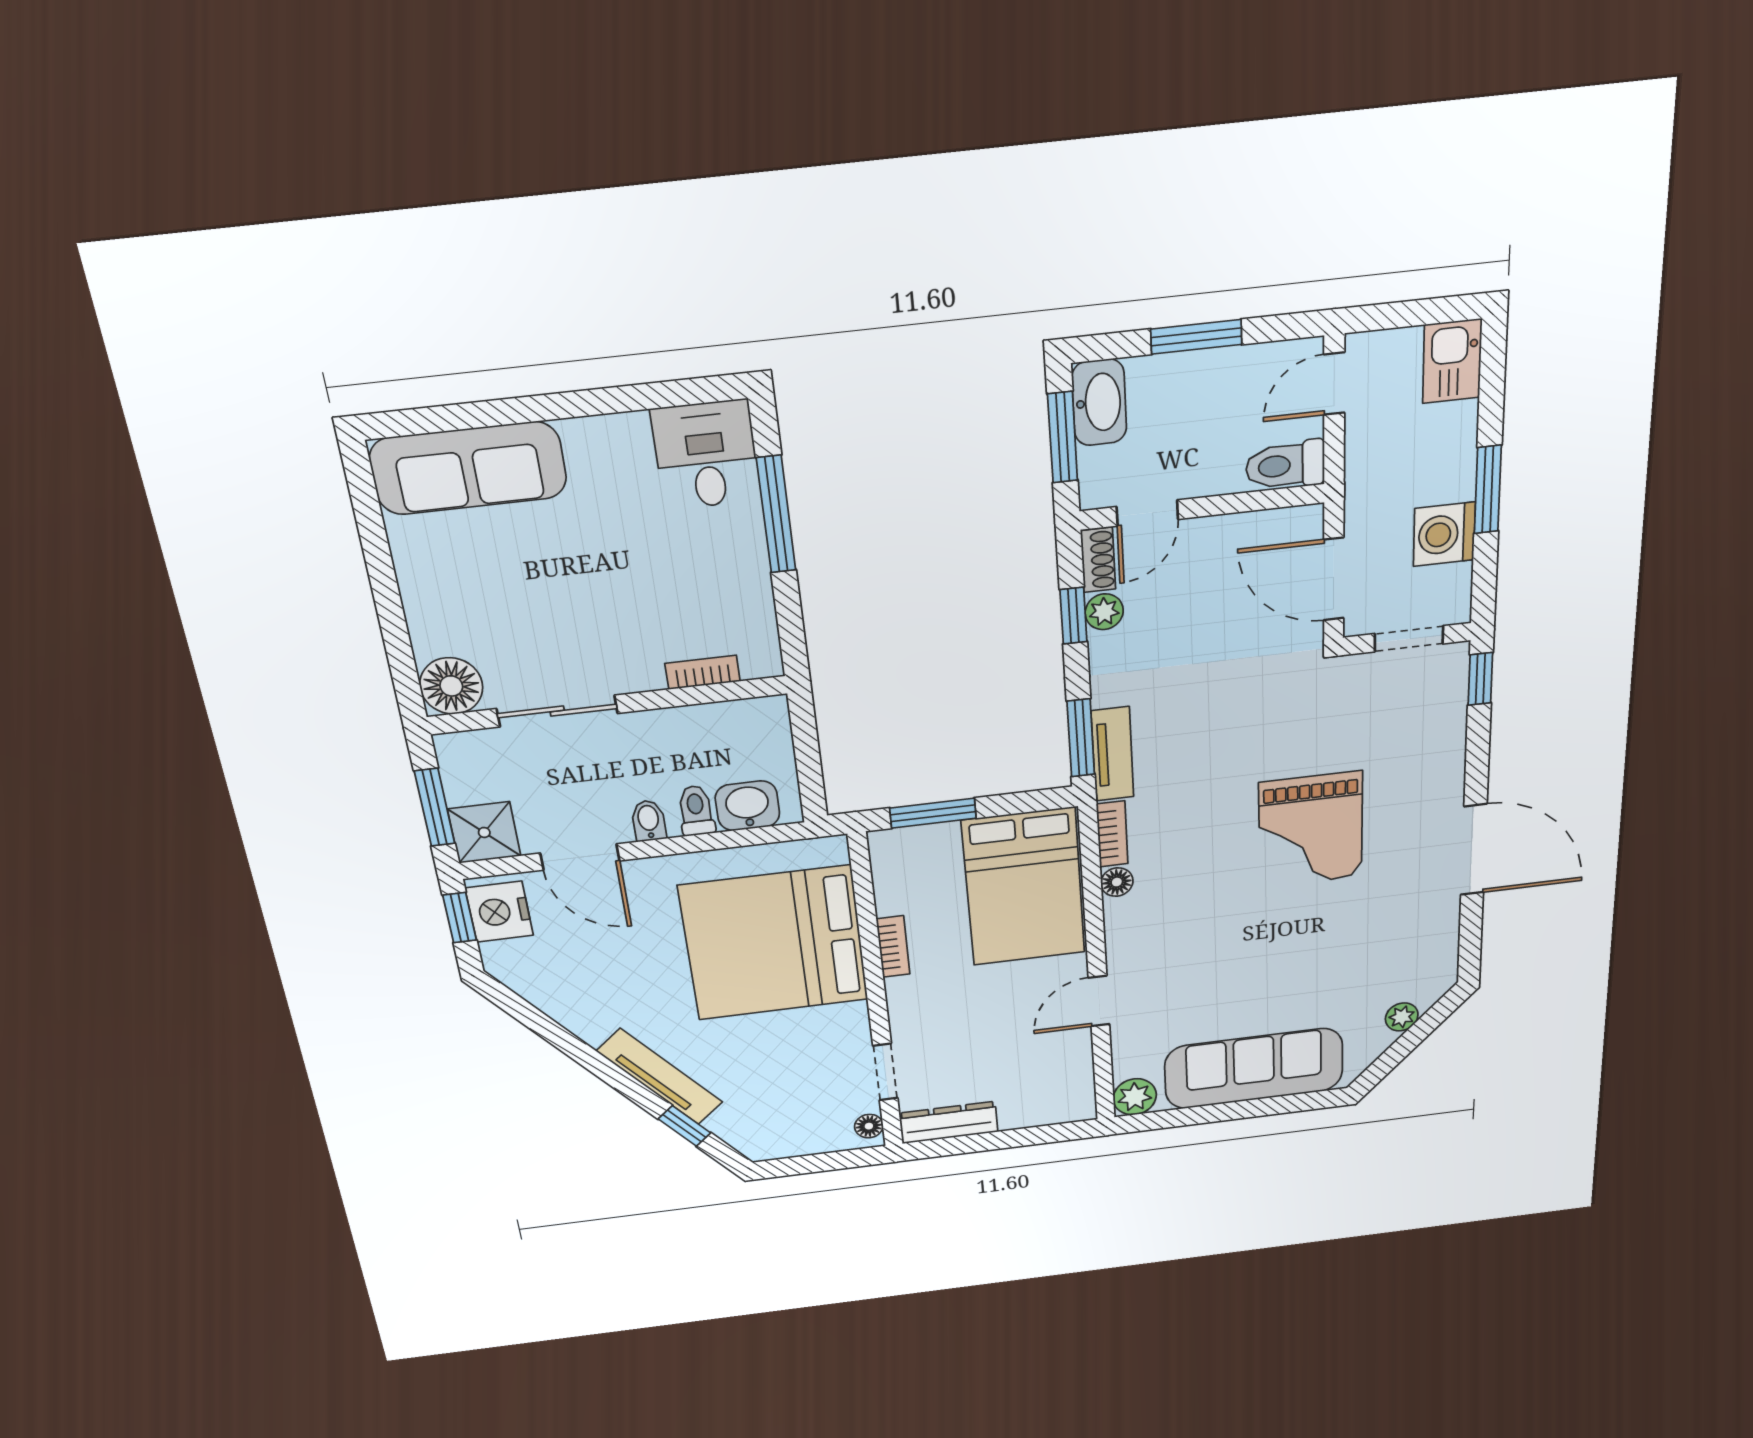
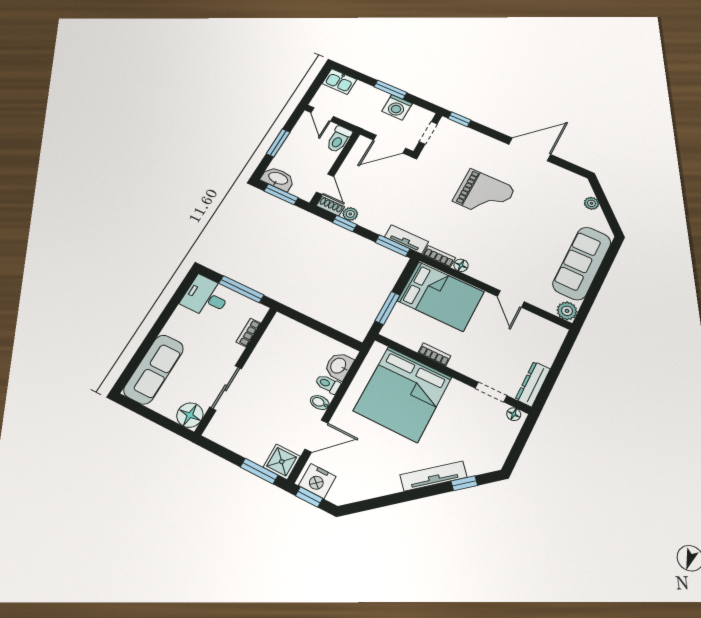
bookcase: (703, 672) -> (248, 333), moved
floor lamp: (451, 686) -> (190, 415), moved
wall: (608, 705) -> (236, 370), moved
sliding door: (557, 711) -> (226, 388), moved

